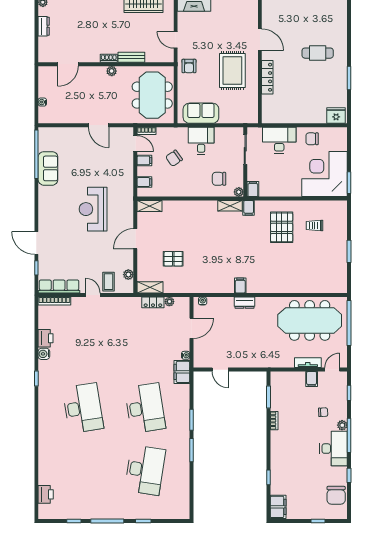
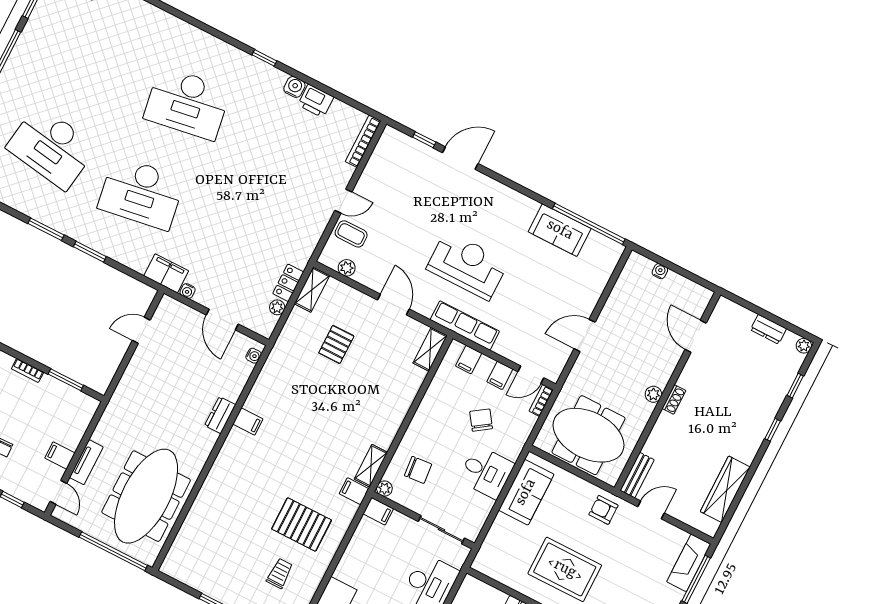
bench: (131, 57) -> (637, 475), moved
chair: (219, 179) -> (418, 470), turned 85
row of seats: (59, 287) -> (465, 325), moved, turned -90

